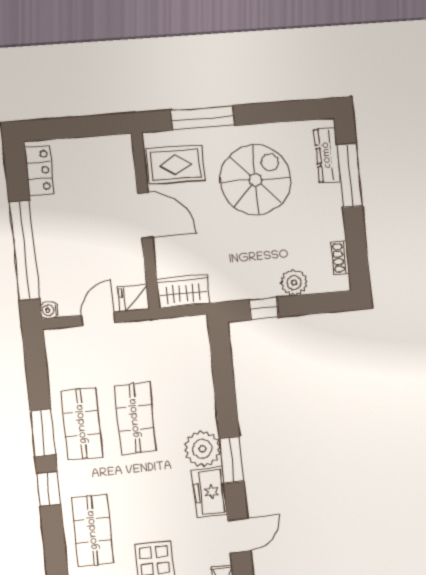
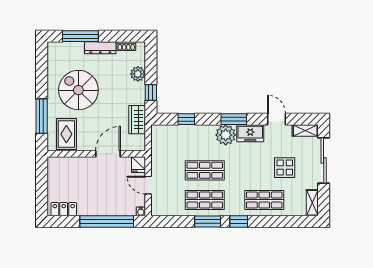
dresser: (327, 155) -> (100, 48), moved
door: (145, 215) -> (108, 154), moved
wardrobe: (183, 291) -> (137, 120), moved
window: (223, 376) -> (186, 119), added

